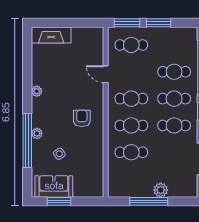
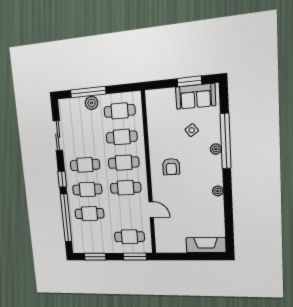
window: (159, 23) -> (95, 257), moved
cafe table: (131, 179) -> (120, 111), added
window: (149, 201) -> (88, 92), moved

